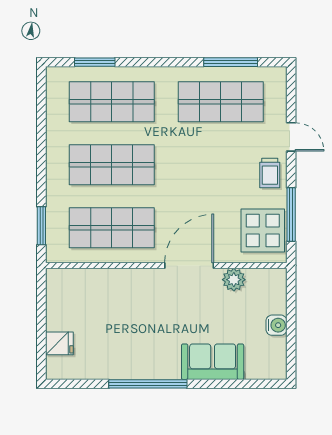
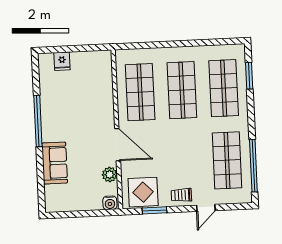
window: (231, 62) -> (253, 166), width x1.46
window: (291, 215) -> (154, 210), width x0.69
window: (41, 226) -> (139, 46), removed
water cooler: (276, 325) -> (110, 203), moved

